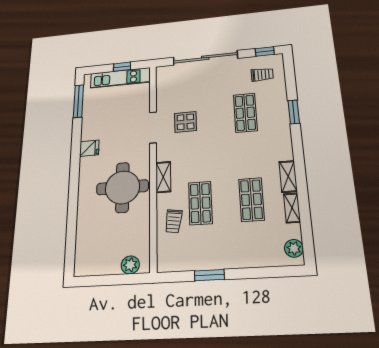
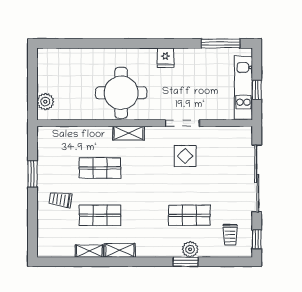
trolley: (174, 221) -> (60, 200), moved
plant: (294, 248) -> (190, 249), moved

